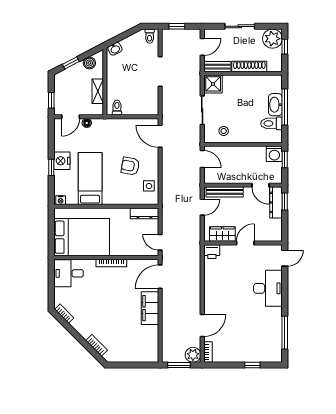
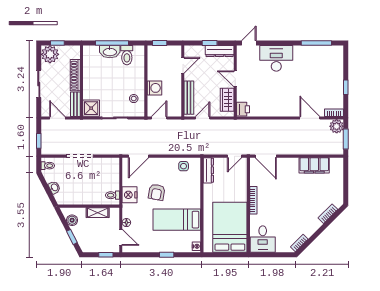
washbasin: (115, 49) -> (54, 187), moved
washing machine: (274, 154) -> (154, 88), moved
nightstand: (62, 161) -> (130, 195), moved, turned 90
armchair: (130, 166) -> (157, 192), moved
window: (285, 201) -> (210, 43), moved
dresser: (276, 202) -> (220, 51), moved
door: (202, 207) -> (203, 118), hinge flipped
door: (285, 258) -> (249, 43), hinge flipped
filing cabinet: (150, 308) -> (314, 165), moved
window: (252, 365) -> (346, 87), moved

